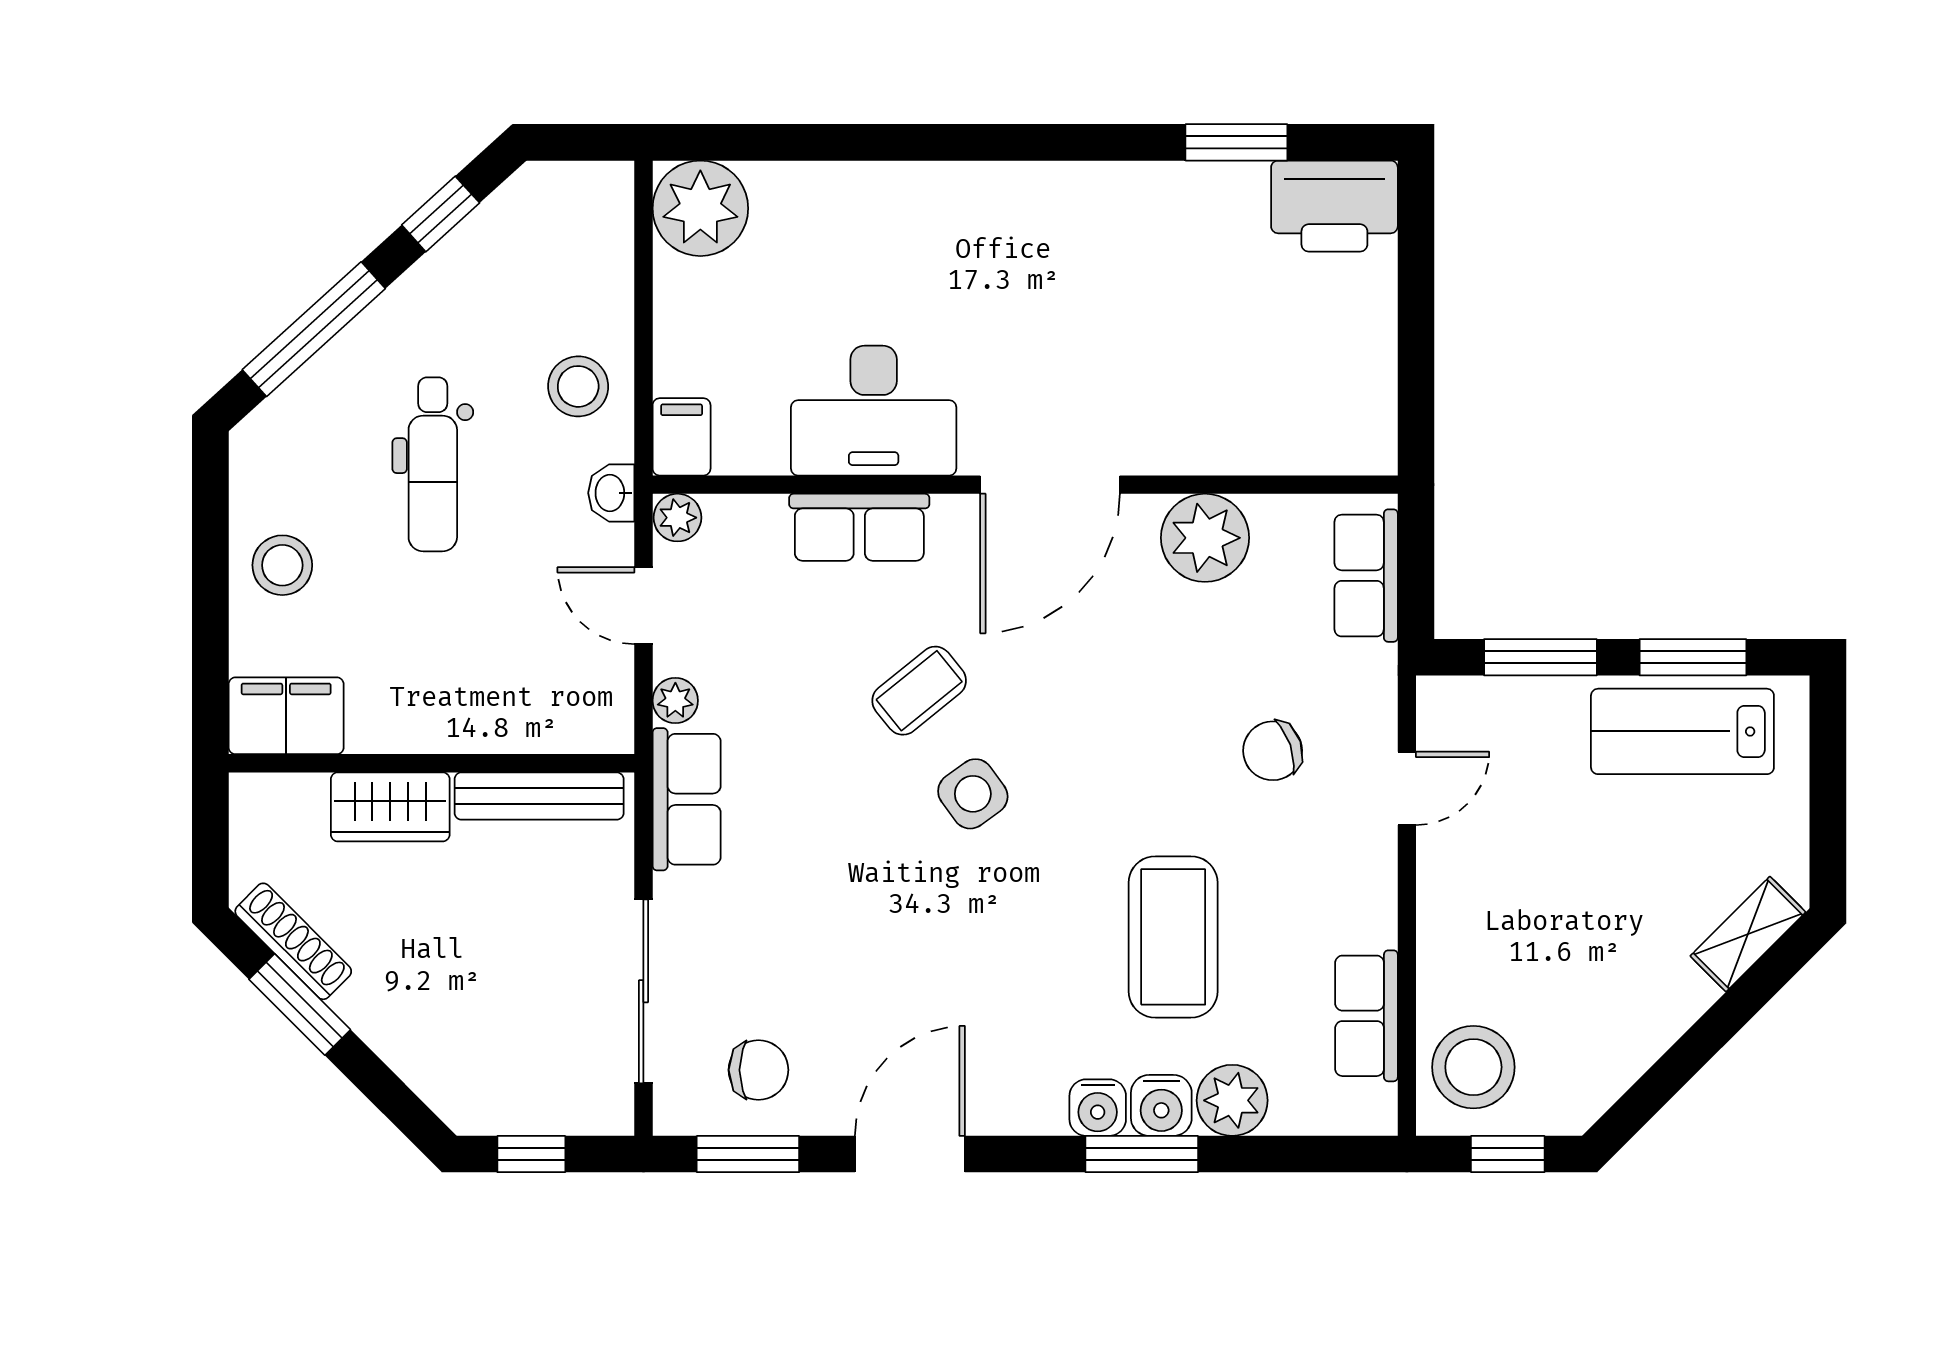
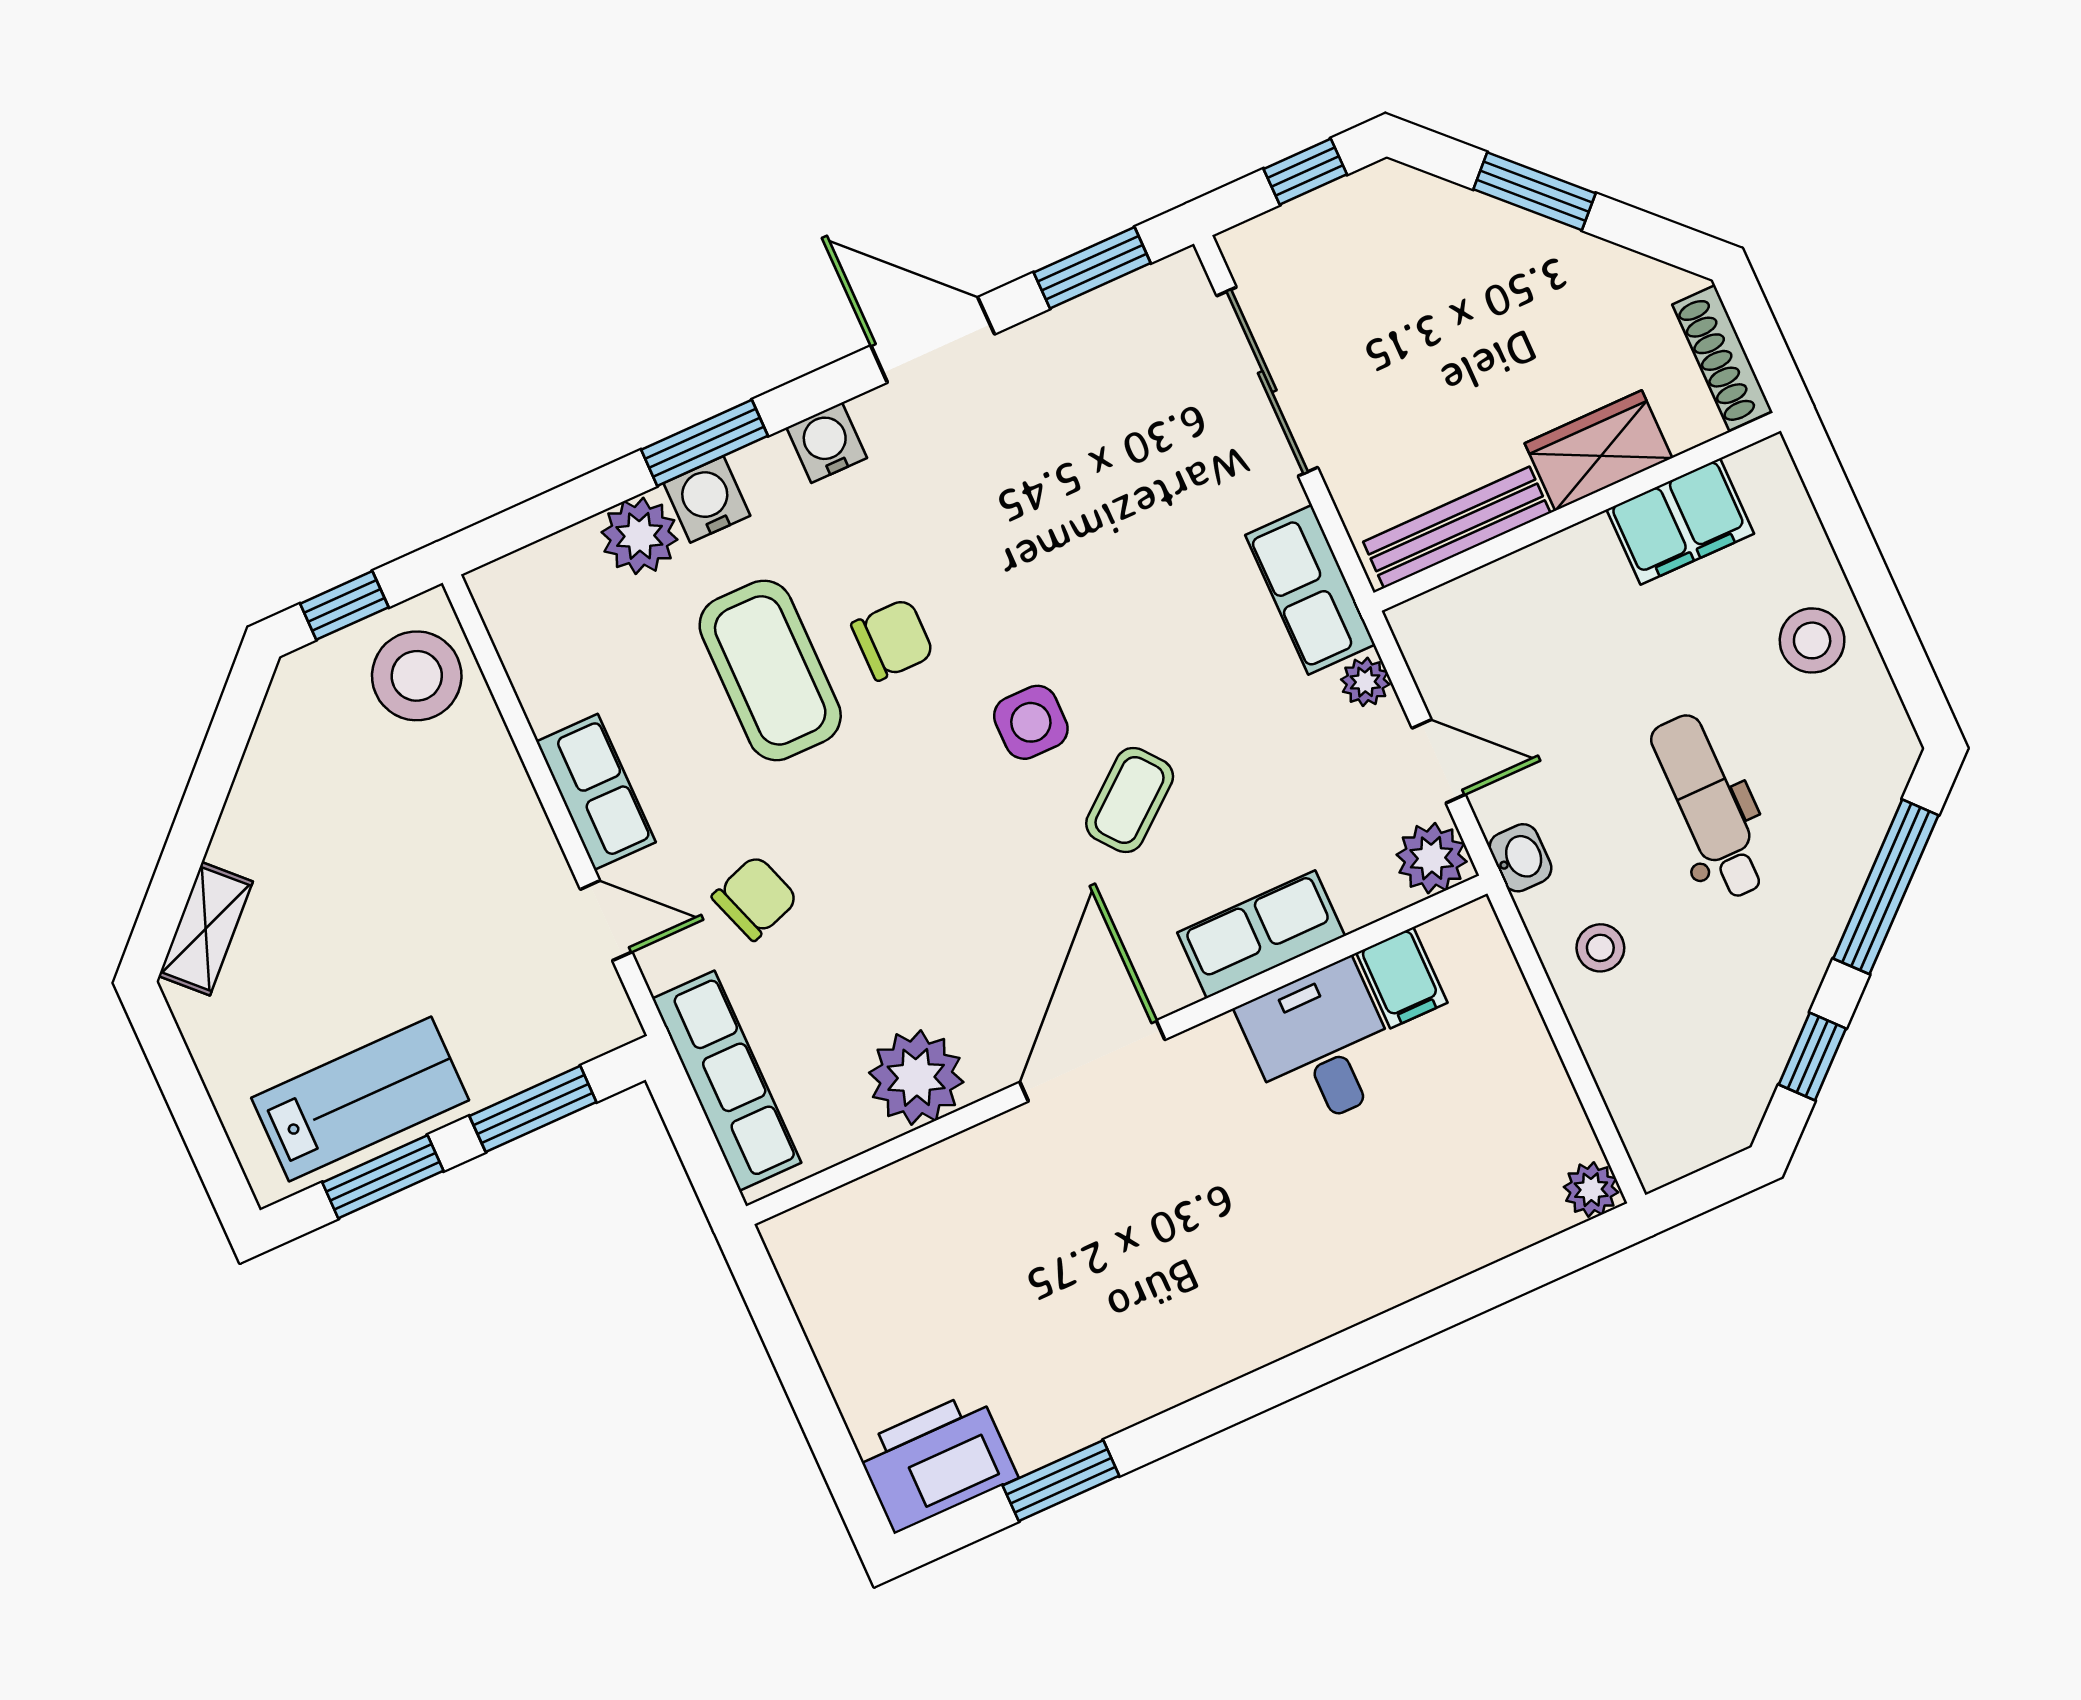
plant: (700, 208) -> (1591, 1190), width x0.53, depth x0.53
stool: (578, 386) -> (1600, 948), width x0.73, depth x0.73
desk: (874, 411) -> (1321, 1045), width x0.73
filing cabinet: (682, 437) -> (1402, 978), moved
plant: (677, 518) -> (1432, 858), width x1.38, depth x1.38
row of seats: (1366, 576) -> (727, 1081), width x1.48
filing cabinet: (286, 716) -> (1680, 522), moved
door: (1407, 788) -> (606, 921), swing flipped
side table: (973, 794) -> (1031, 722), turned 36
shoe rack: (293, 941) -> (1722, 358), moved, turned 45
window: (300, 1004) -> (1535, 191), moved
row of seats: (1366, 1016) -> (596, 792), moved
chair: (758, 1070) -> (893, 640), moved, turned 180
water cooler: (1098, 1108) -> (827, 443), moved
door: (910, 1154) -> (933, 340), swing flipped

